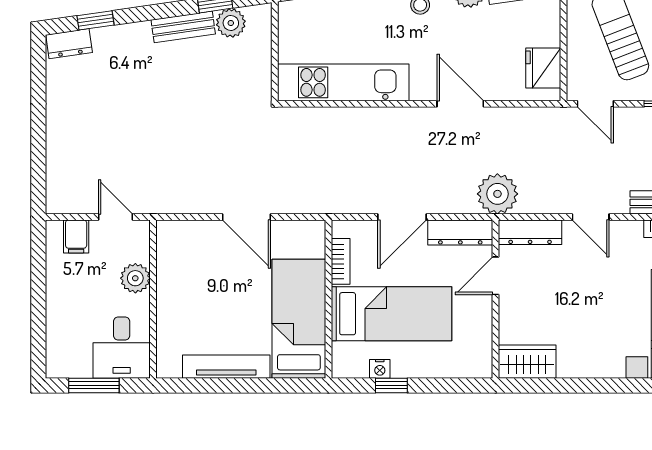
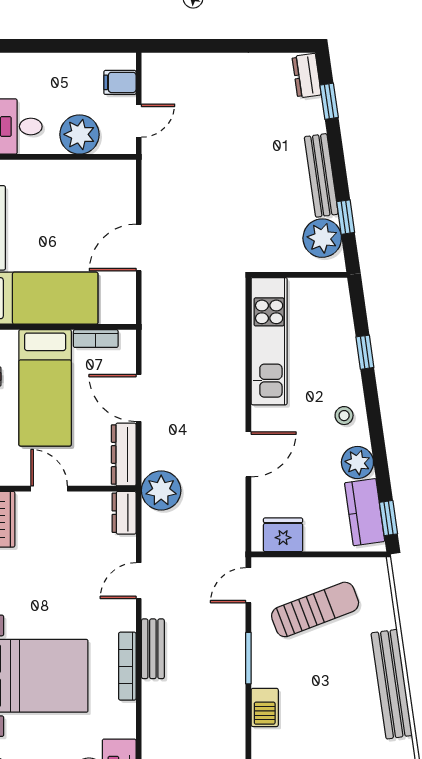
plant: (231, 23) -> (322, 238), width x1.36, depth x1.36
bench: (183, 27) -> (321, 175), width x1.36
dresser: (530, 232) -> (124, 513), width x0.70
door: (496, 276) -> (49, 489), moved
plant: (135, 278) -> (79, 134), width x1.36, depth x1.36

